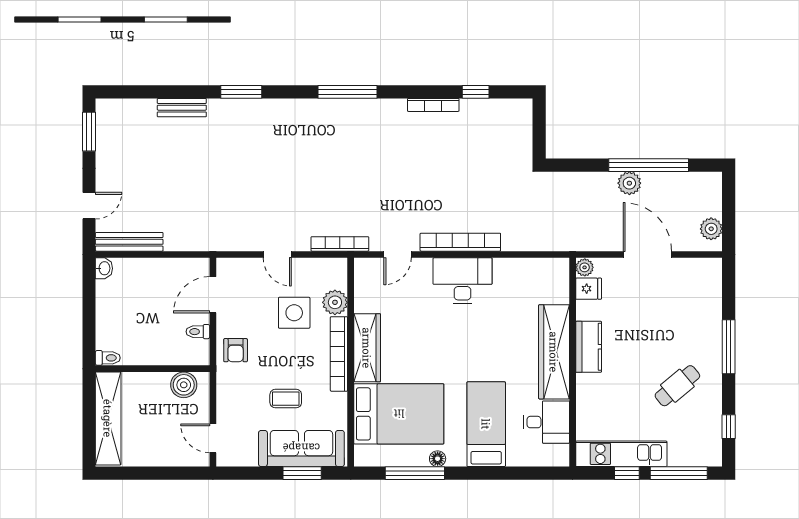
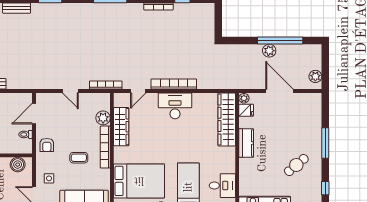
side table: (294, 313) -> (49, 178), moved, width x0.54, depth x0.54
wardrobe: (367, 348) -> (121, 127), moved
wardrobe: (554, 352) -> (227, 119), moved
coffee table: (286, 399) -> (79, 158), moved

